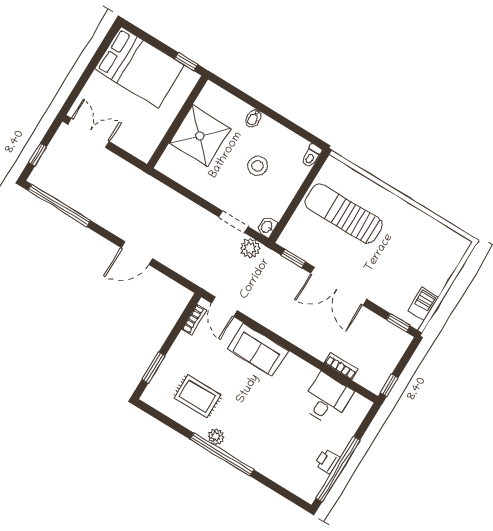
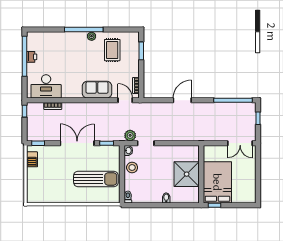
bed: (139, 67) -> (217, 182), moved, turned 90
stool: (258, 166) -> (132, 168), moved
rug: (197, 396) -> (112, 50), turned 90
desk: (327, 399) -> (46, 86), width x1.37

